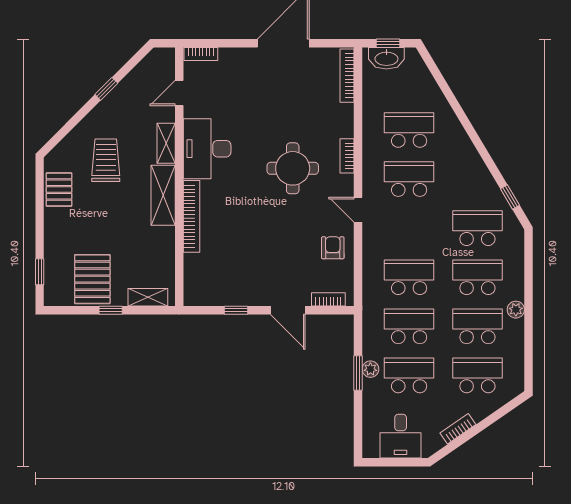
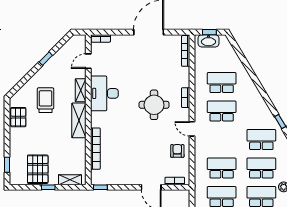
bookcase: (192, 216) -> (95, 149), moved
window: (236, 310) -> (100, 187), moved

